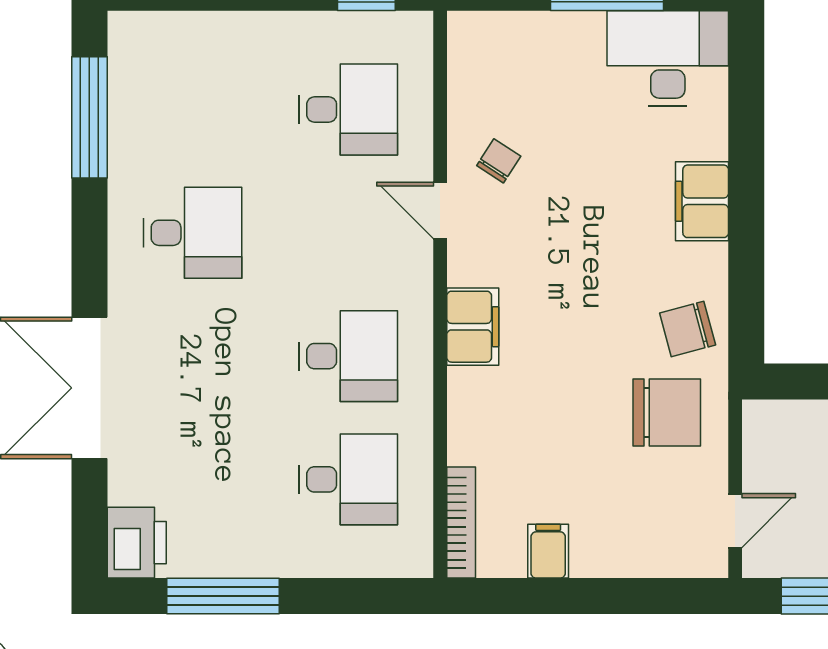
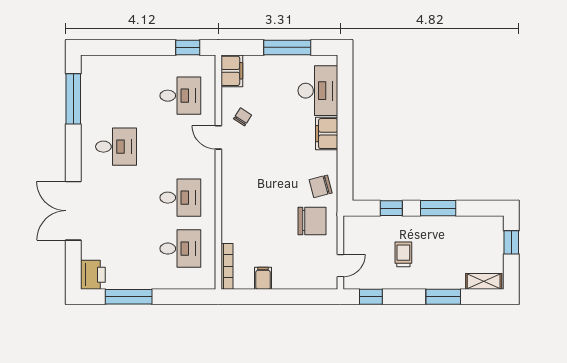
desk: (668, 58) -> (318, 91), moved, turned 90
filing cabinet: (473, 327) -> (232, 71), moved

